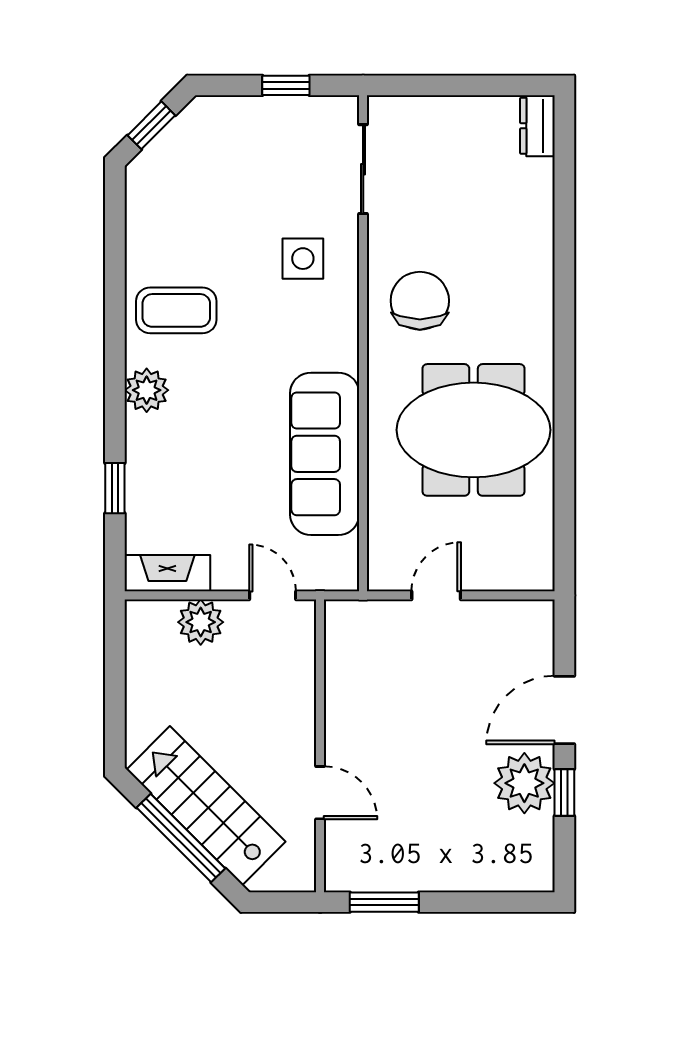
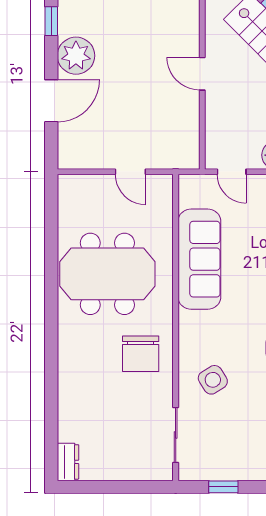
side table: (303, 259) -> (213, 380), turned -32
door: (436, 595) -> (130, 172), hinge flipped
door: (320, 793) -> (202, 74), moved
window: (564, 793) -> (51, 21), moved

